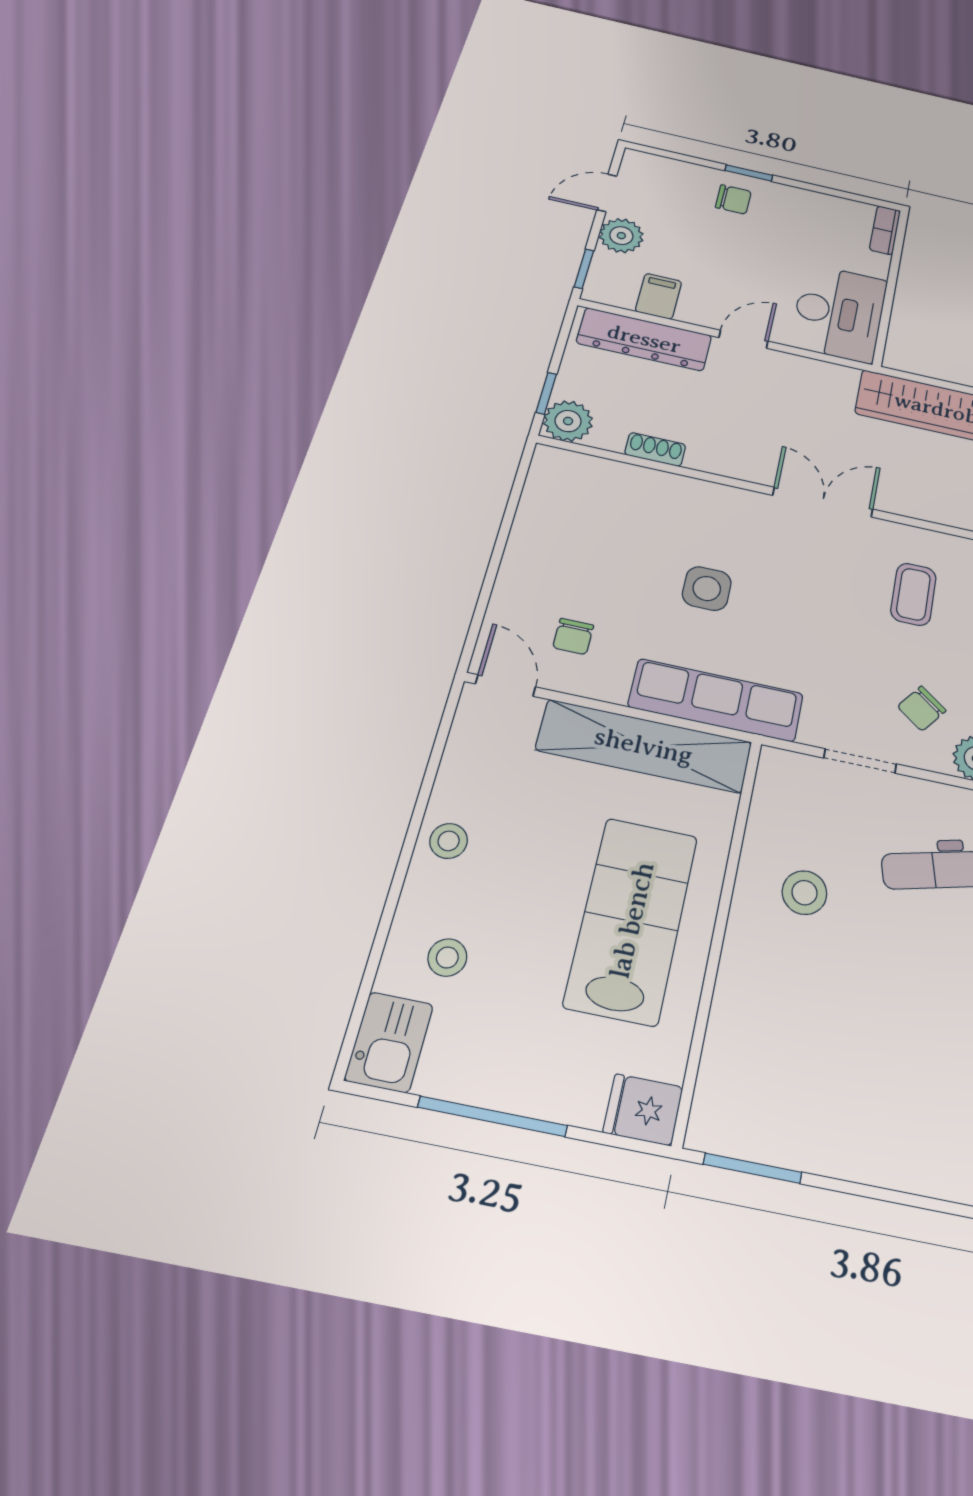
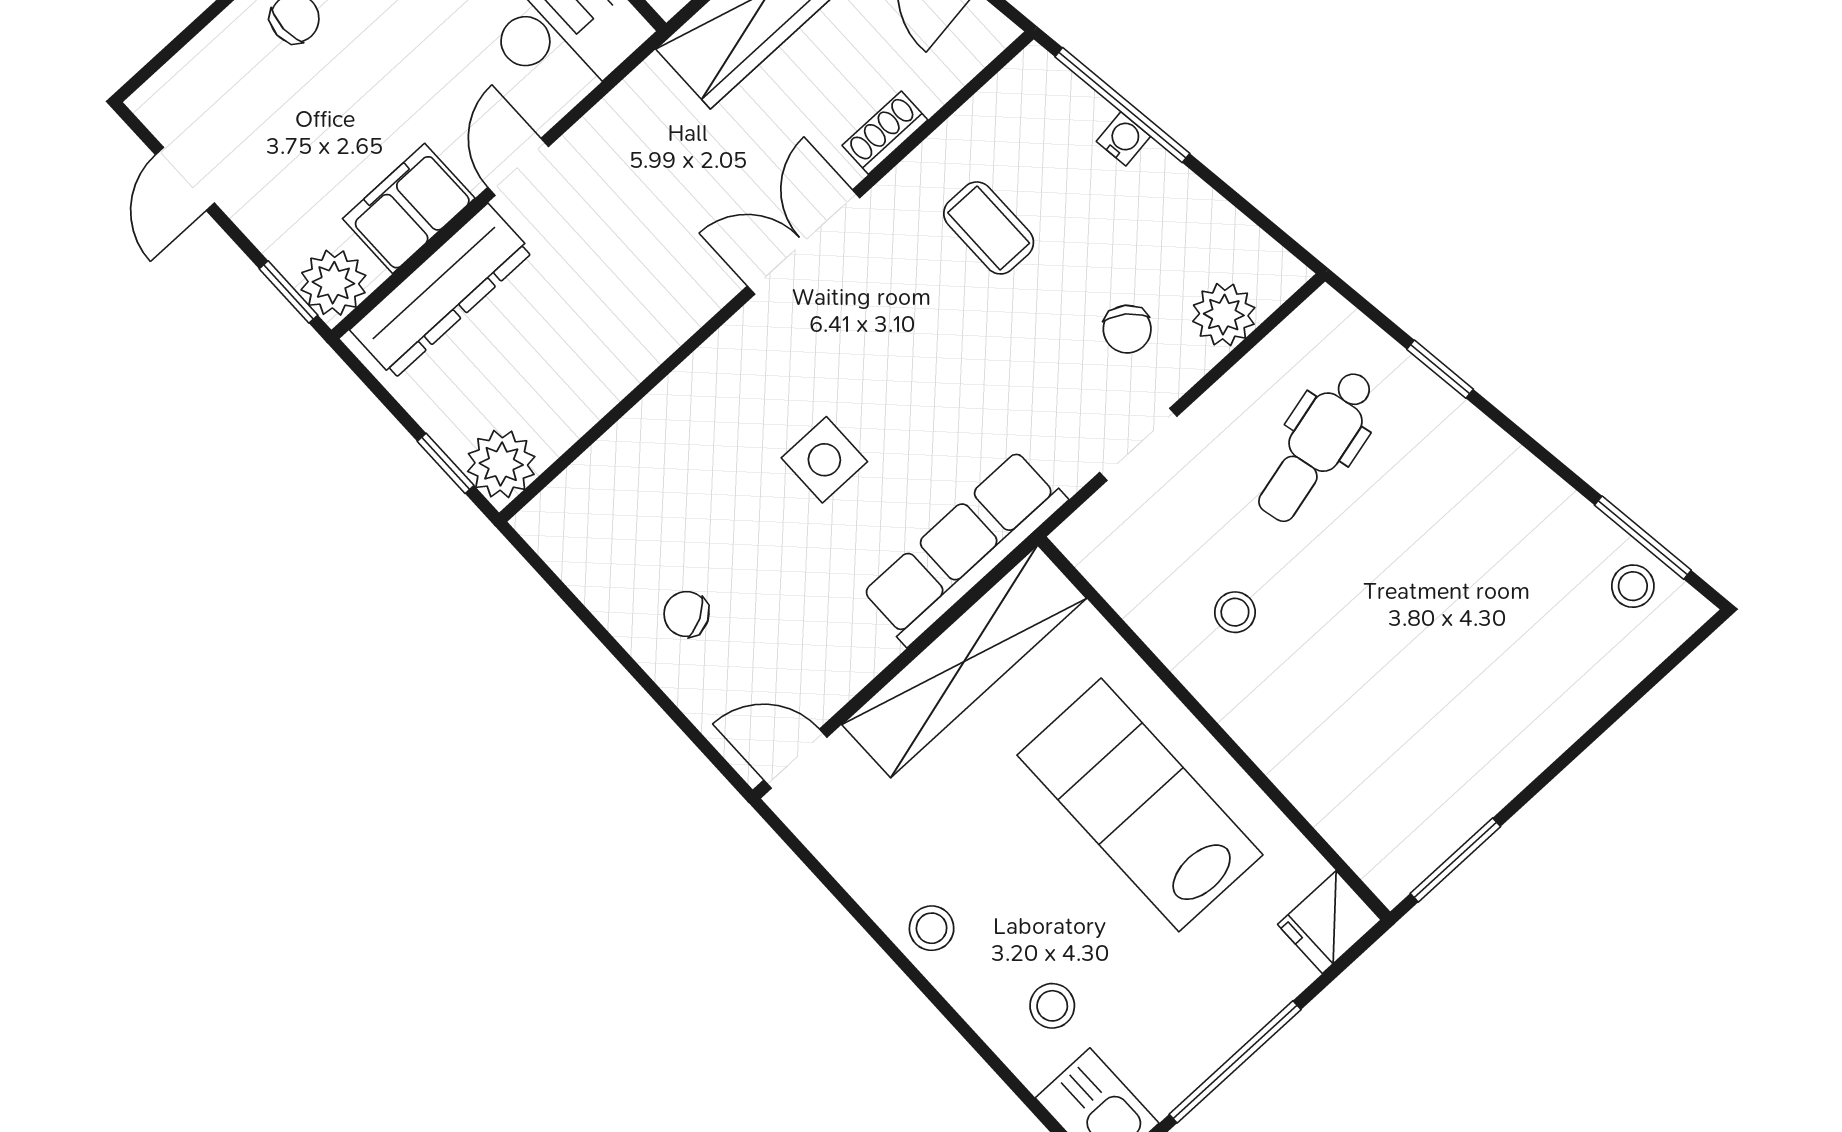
plant: (621, 236) -> (333, 283), moved
filing cabinet: (659, 296) -> (409, 208), width x2.00
shoe rack: (655, 449) -> (885, 133), moved
chair: (573, 636) -> (686, 614), moved, turned 151
stool: (804, 893) -> (1235, 612), width x0.73, depth x0.73

